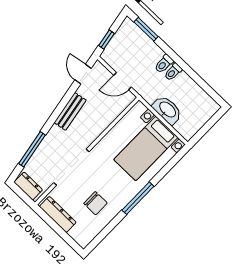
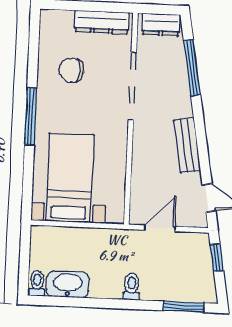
toilet: (173, 72) -> (37, 283), moved
washbasin: (167, 110) -> (68, 284), moved, turned 180

